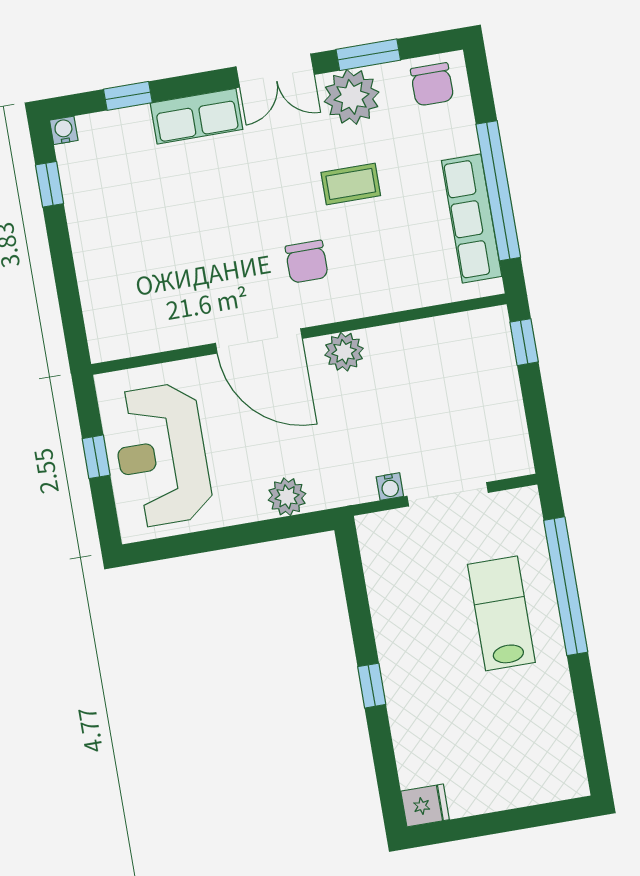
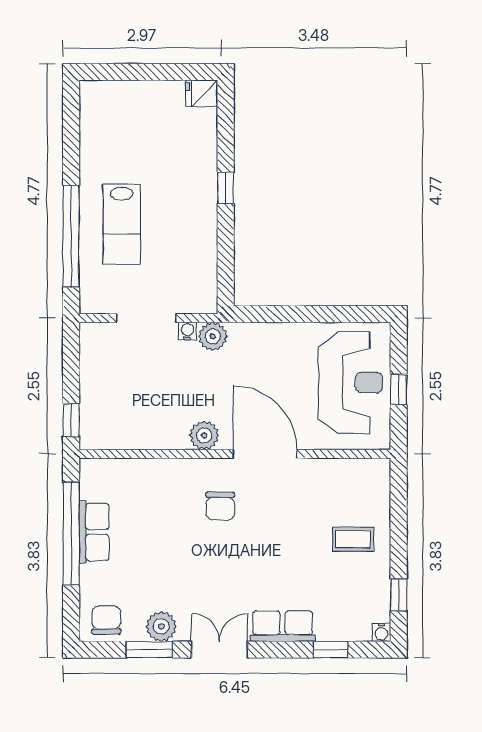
plant: (352, 97) -> (161, 626), width x0.73, depth x0.73
coffee table: (351, 184) -> (353, 539), moved
row of seats: (472, 218) -> (94, 532), width x0.68
chair: (307, 262) -> (220, 506), turned 180
plant: (287, 497) -> (213, 336), moved

